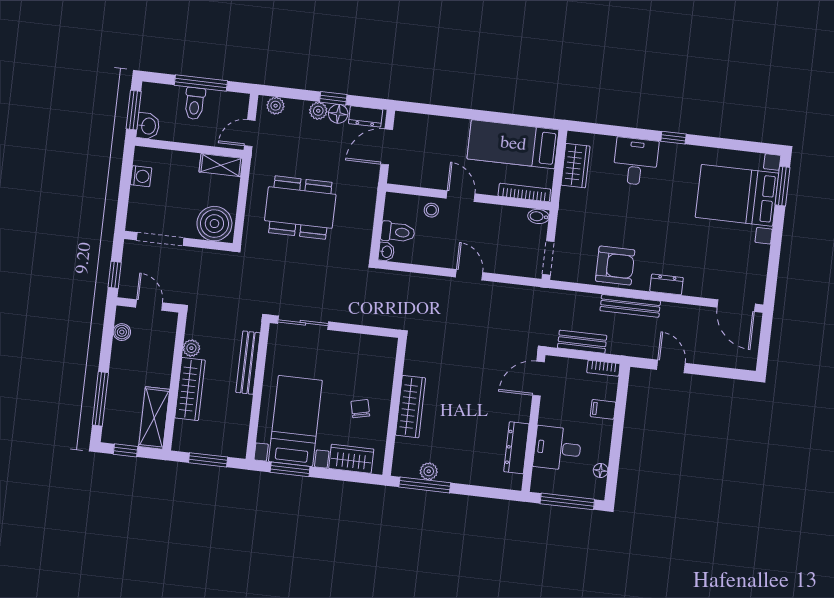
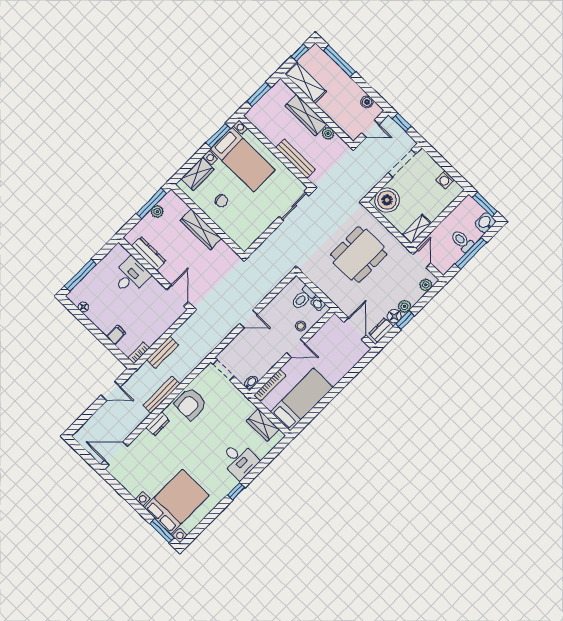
washbasin: (148, 126) -> (485, 223), moved, turned 90
washbasin: (386, 252) -> (318, 304), moved
door: (539, 379) -> (177, 296), moved
wall: (533, 423) -> (155, 274), moved
dresser: (516, 448) -> (149, 254), moved
desk: (557, 448) -> (131, 276), moved

